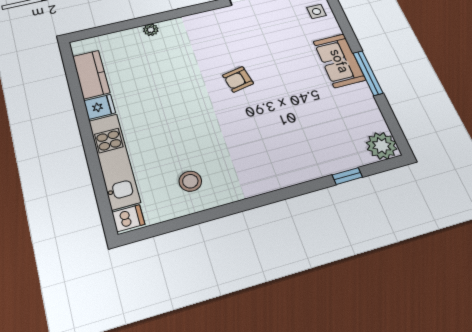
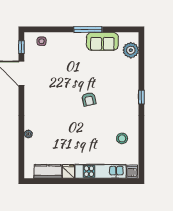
sofa: (339, 61) -> (102, 41), moved
armchair: (238, 79) -> (89, 99), moved
plant: (382, 146) -> (131, 50), moved
window: (347, 176) -> (141, 97), moved

